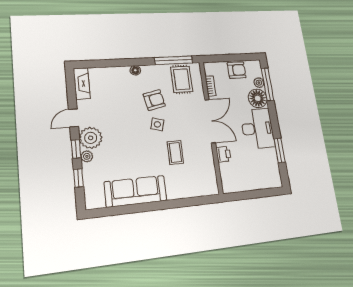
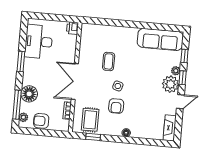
window: (174, 60) -> (93, 137), width x0.46
plant: (259, 83) -> (23, 117), moved
armchair: (154, 100) -> (116, 106), turned -78
desk: (257, 128) -> (39, 42), moved
window: (280, 150) -> (21, 62), moved
printer: (223, 154) -> (73, 28), moved
sofa: (136, 191) -> (160, 39), moved

